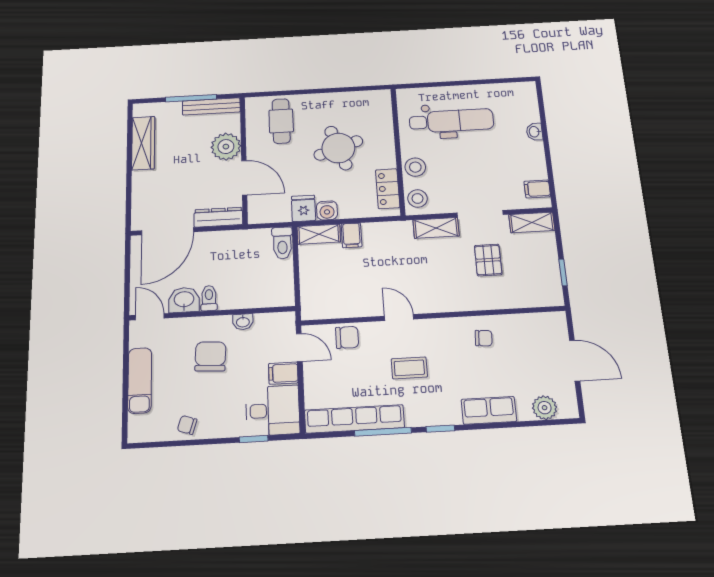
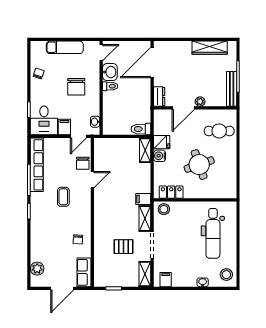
plant: (226, 147) -> (200, 102), width x0.53, depth x0.53
stool: (415, 167) -> (226, 275), moved
dresser: (218, 217) -> (159, 97), width x0.70
door: (168, 231) -> (152, 63), hinge flipped
filing cabinet: (352, 235) -> (143, 199), moved
door: (399, 318) -> (92, 180), moved
washbasin: (243, 322) -> (95, 122), moved
chair: (210, 356) -> (76, 87), turned 87
row of seats: (489, 410) -> (84, 272), moved, turned 180

